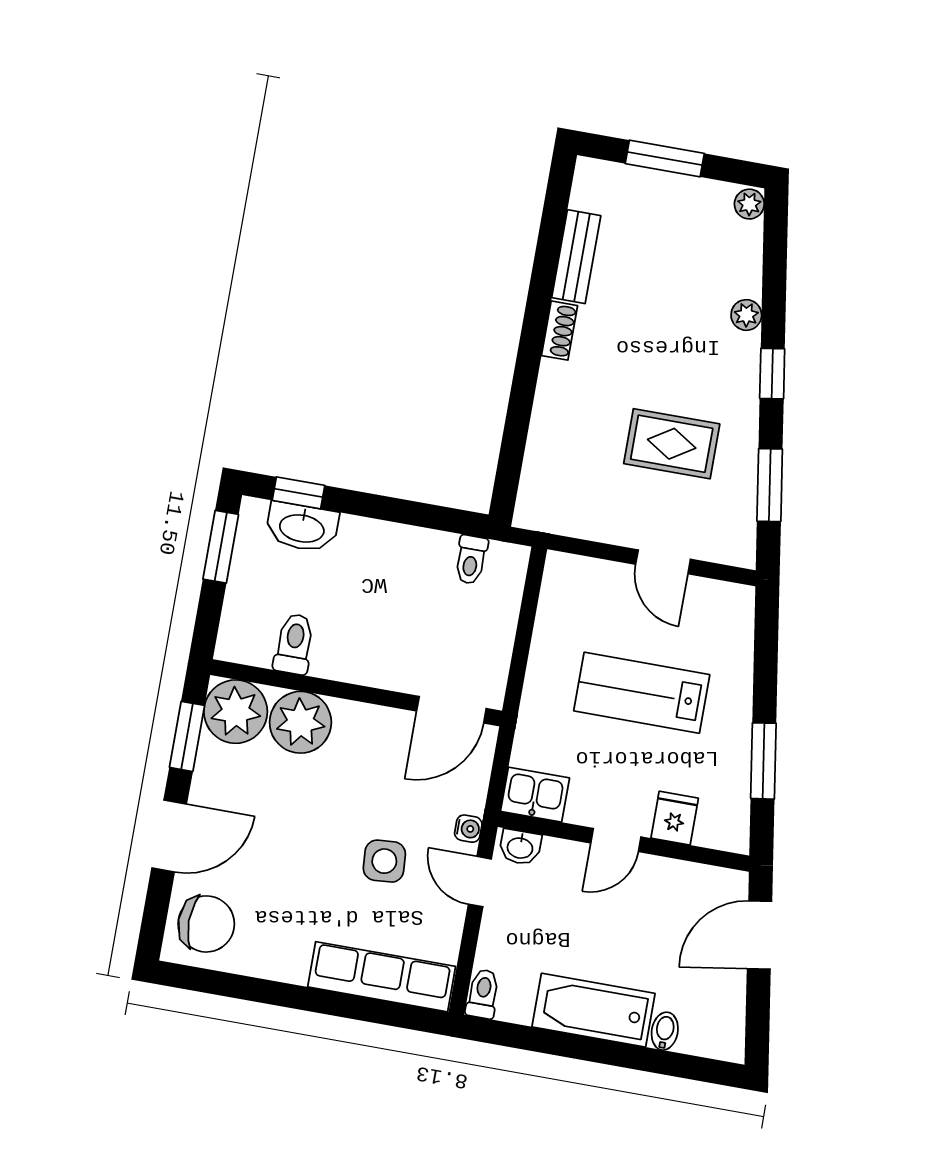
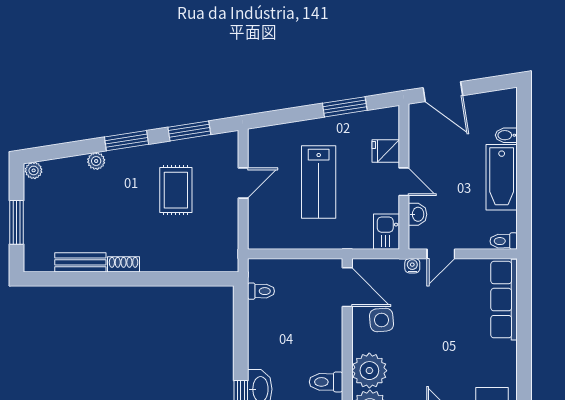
window: (772, 374) -> (126, 141), width x1.50
washbasin: (520, 847) -> (418, 214), moved
side table: (384, 861) -> (381, 320), moved

